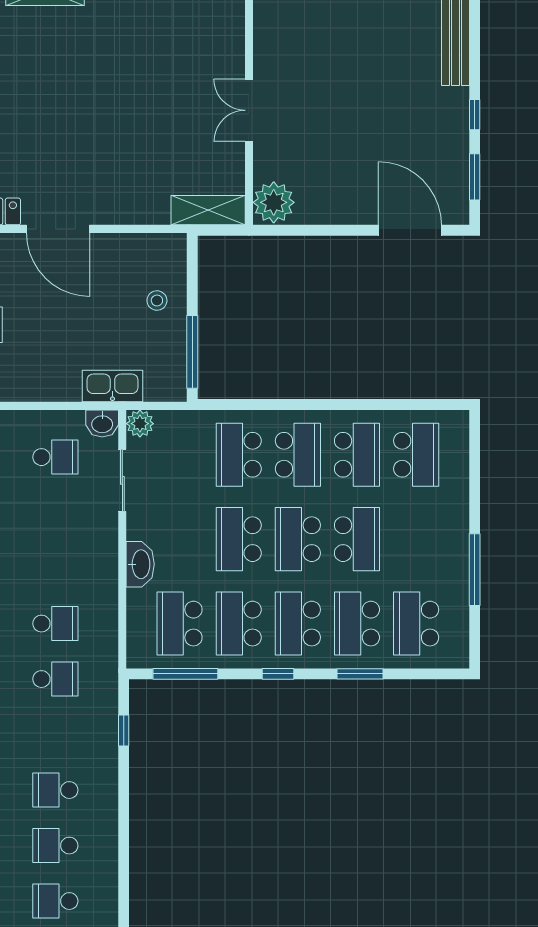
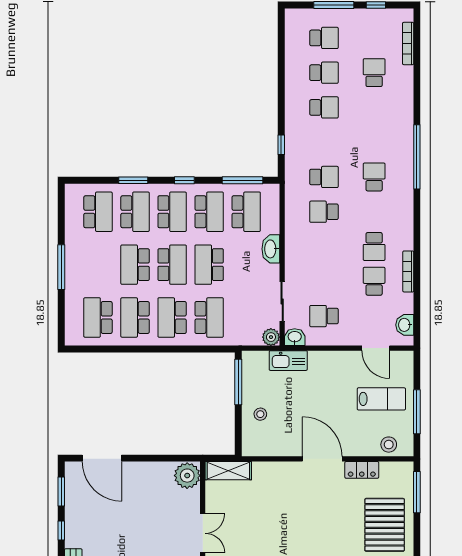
school desk: (239, 539) -> (209, 265), turned 180
window: (475, 570) -> (61, 267), moved
school desk: (55, 679) -> (324, 177), turned 180

